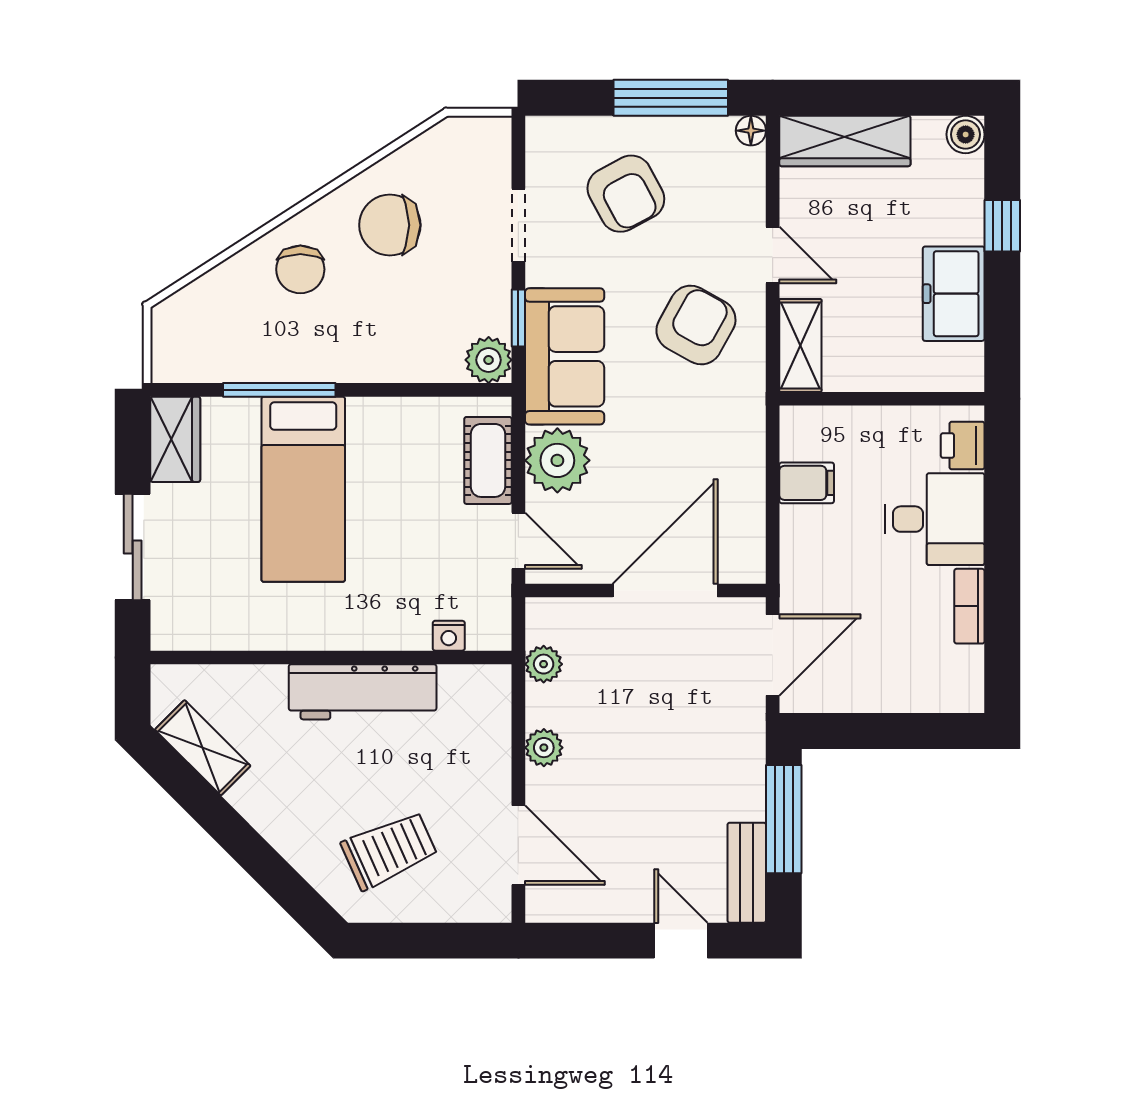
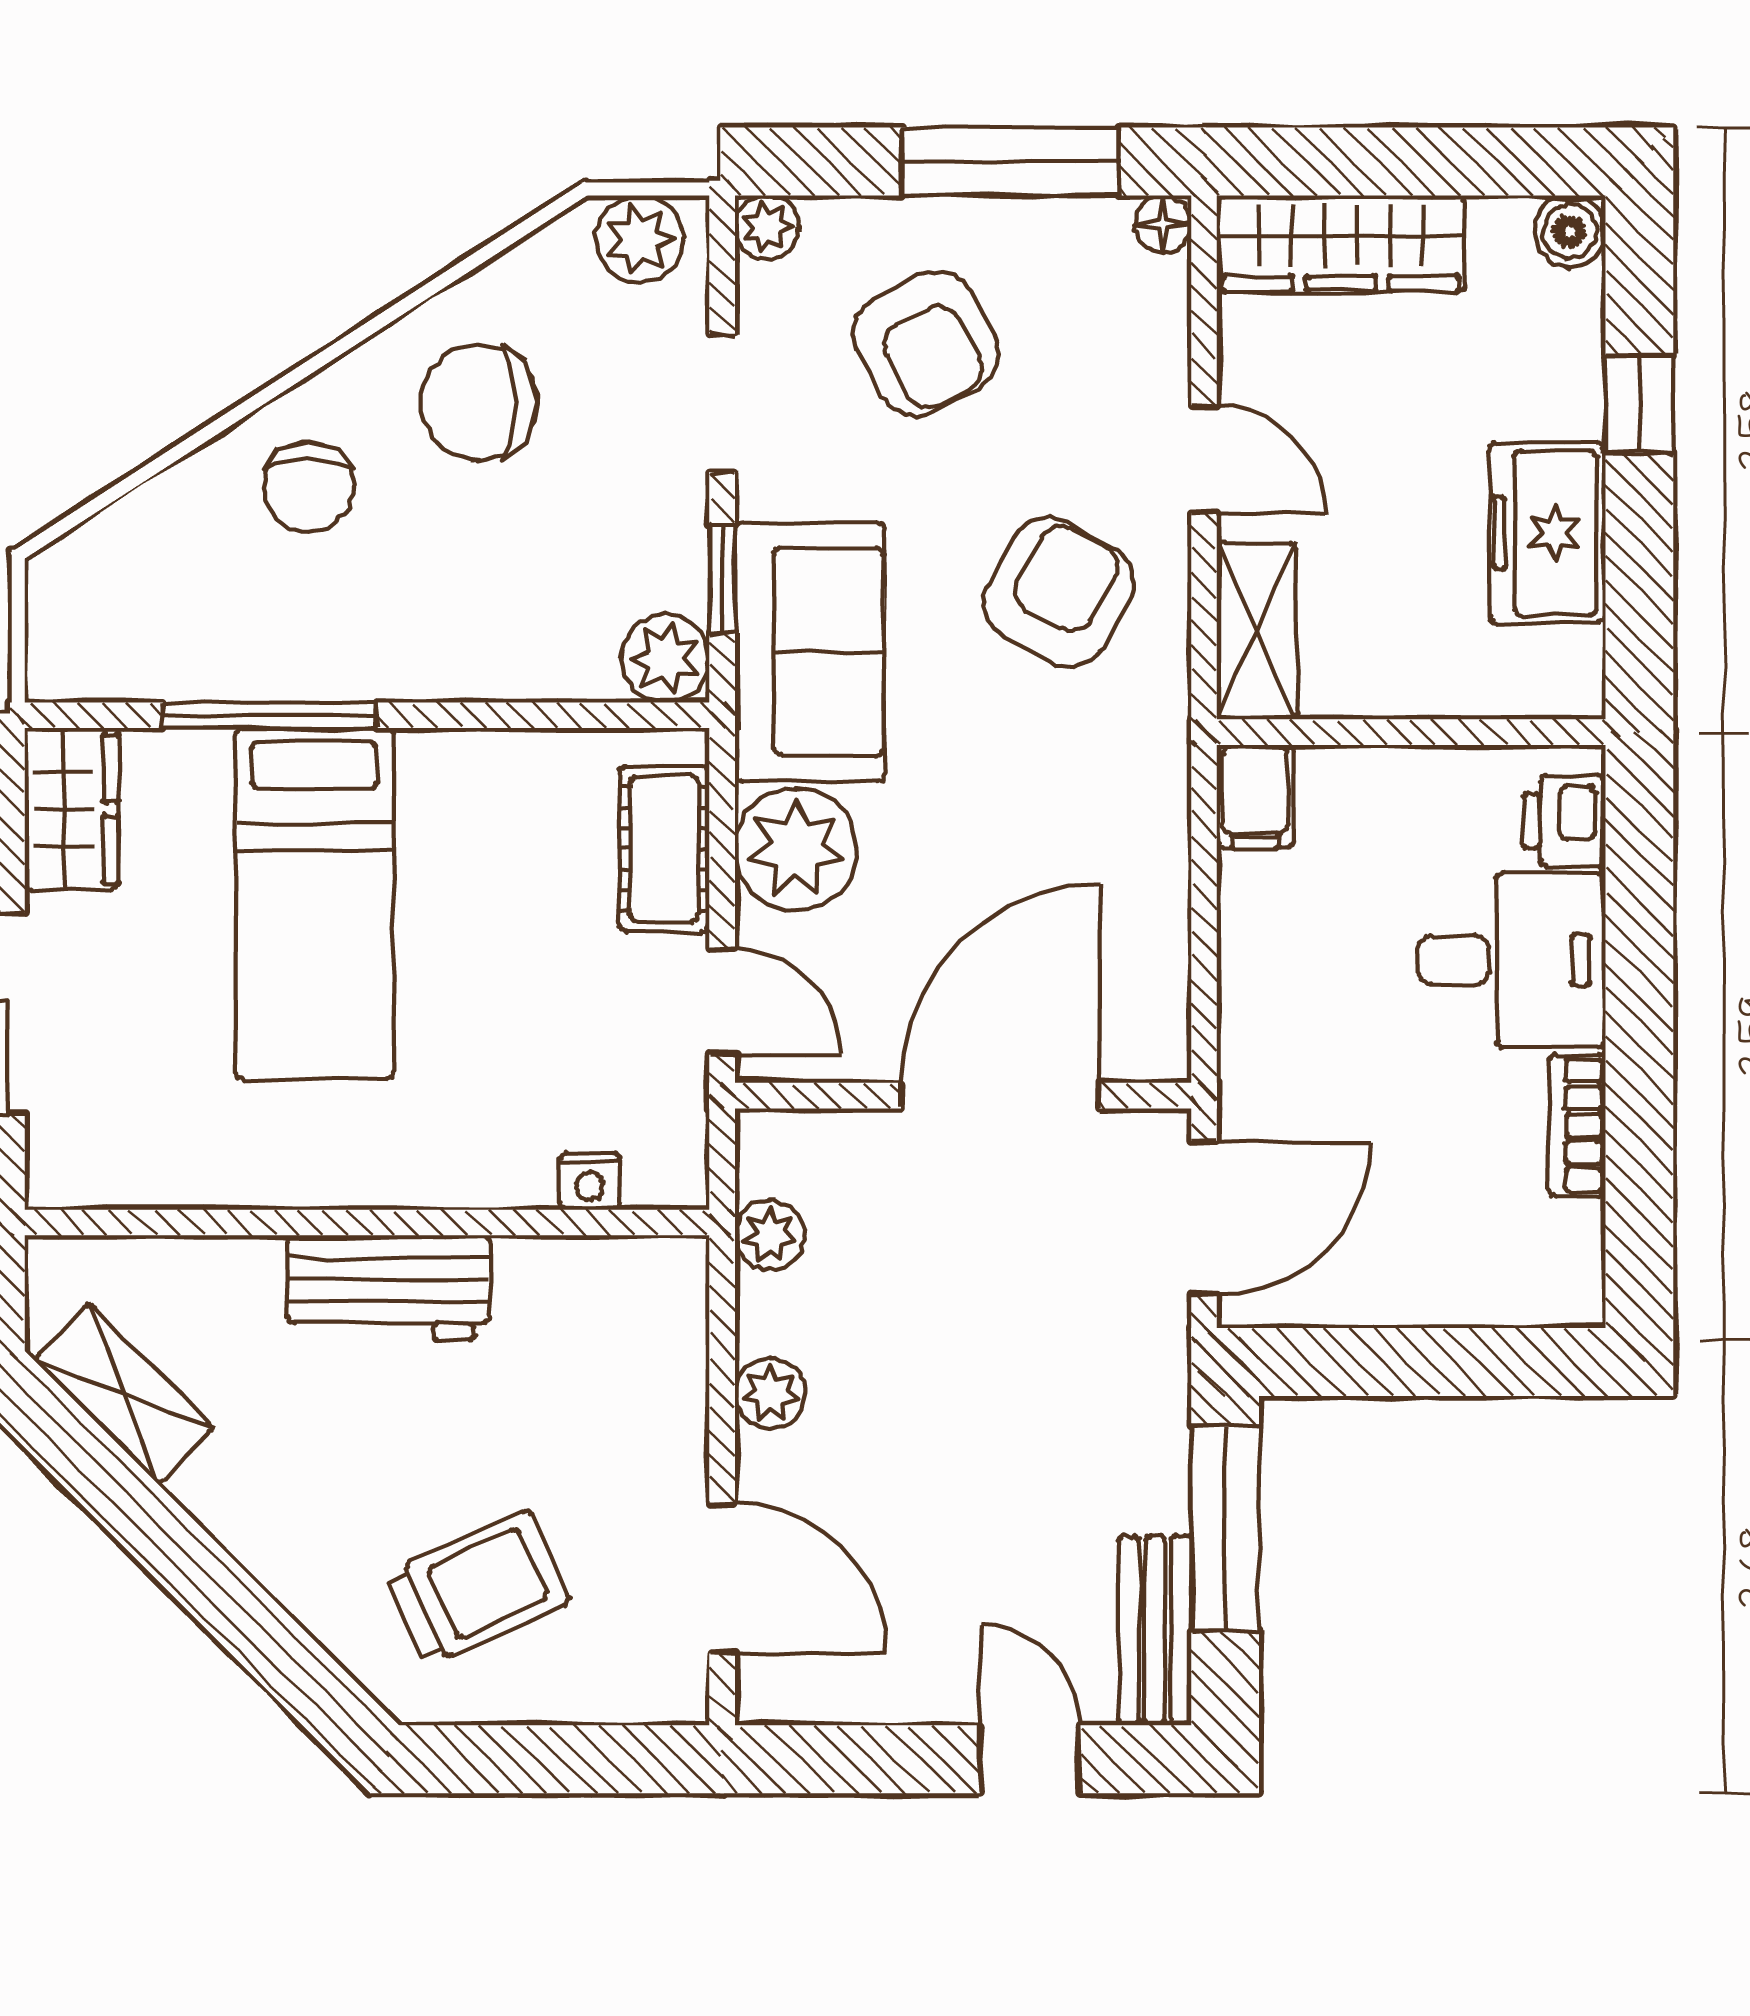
plant: (542, 132) -> (767, 227), added
plant: (475, 139) -> (640, 239), added
filing cabinet: (807, 483) -> (1255, 796), moved, turned 90
workbench: (363, 692) -> (389, 1288), width x0.73

